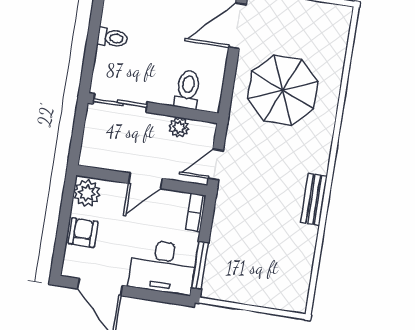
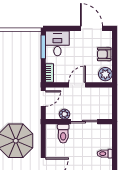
sliding door: (120, 103) -> (84, 122), moved
armchair: (83, 233) -> (104, 54), turned 90
desk: (163, 267) -> (57, 43), width x0.73

